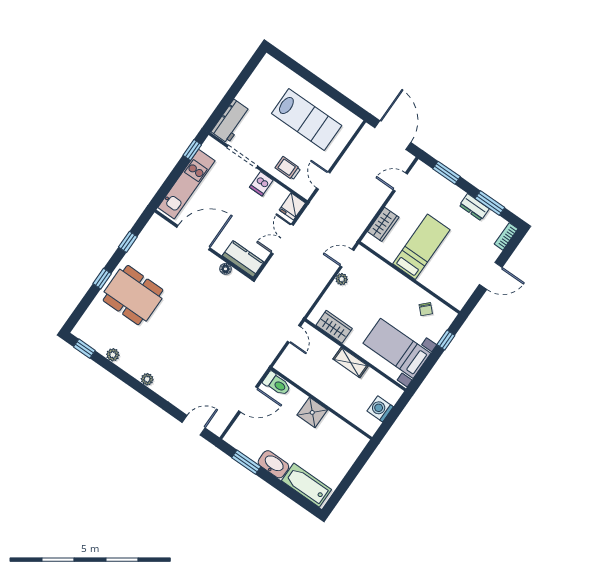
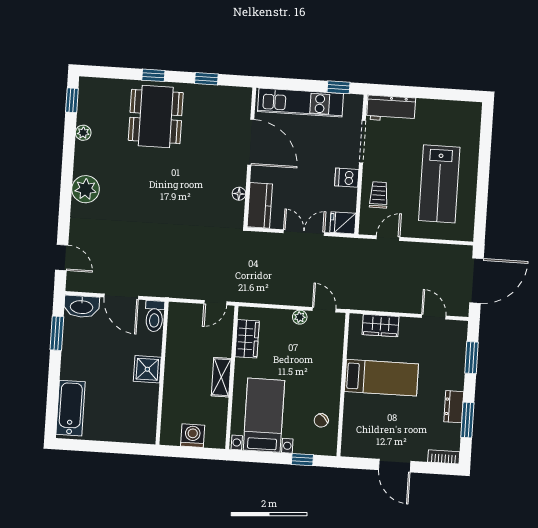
plant: (147, 379) -> (86, 189), width x1.88, depth x1.88
washbasin: (273, 464) -> (82, 306), moved, turned 90

